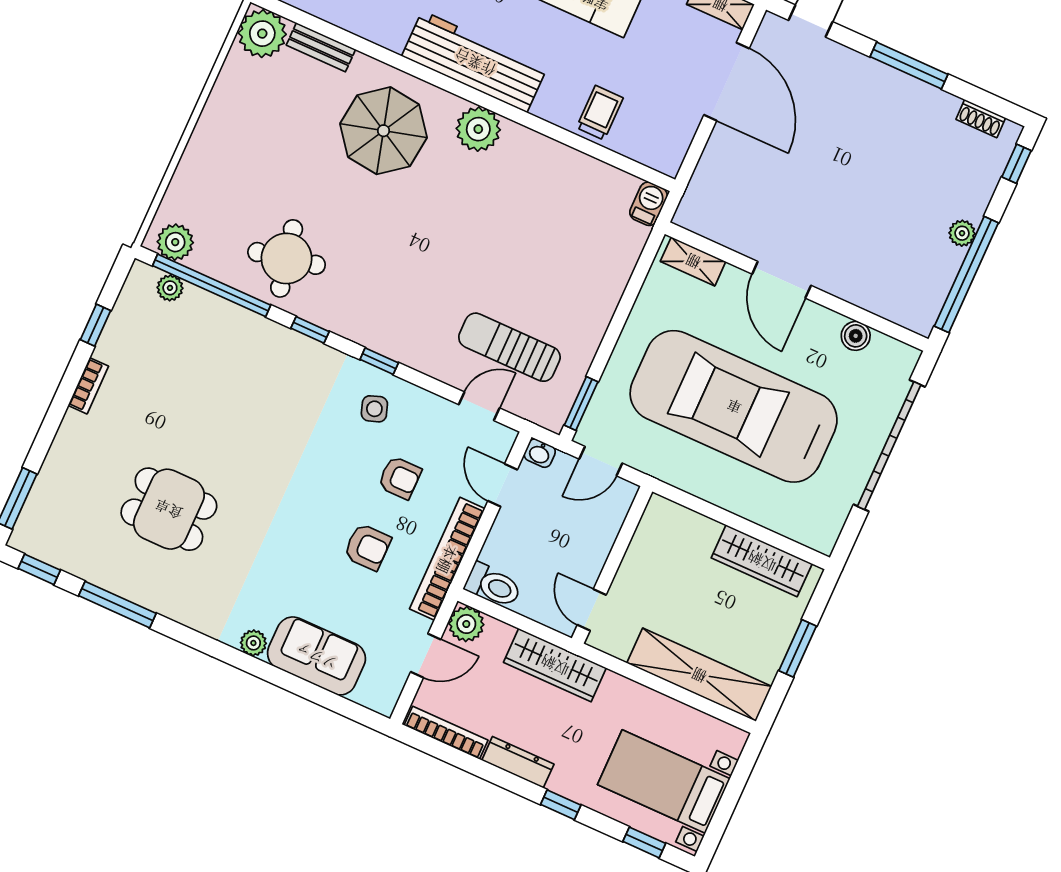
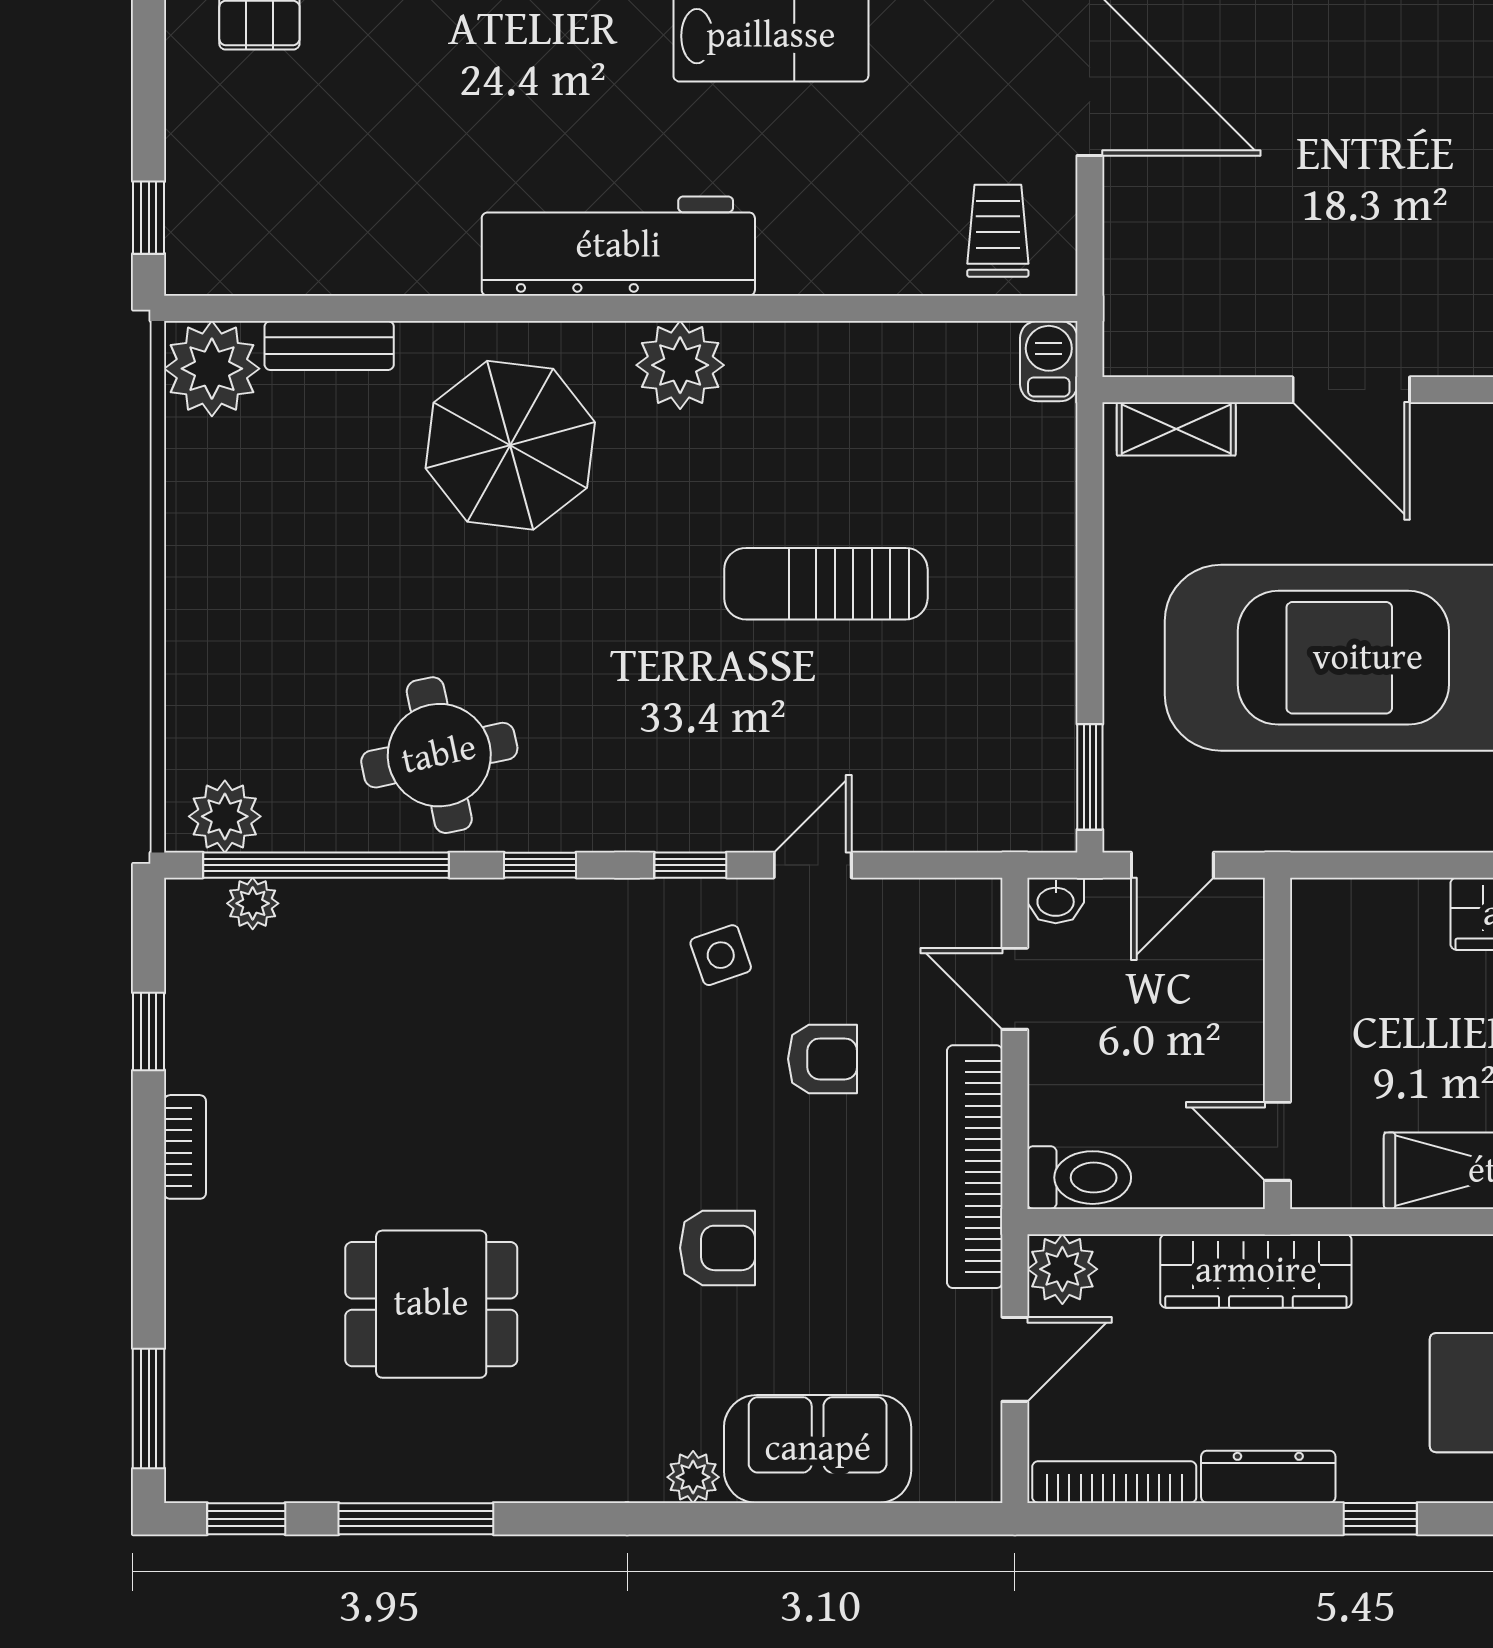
trolley: (600, 113) -> (998, 231), moved
sun lounger: (509, 347) -> (826, 584), moved
door: (479, 406) -> (813, 865), moved
armchair: (367, 547) -> (718, 1248), moved

